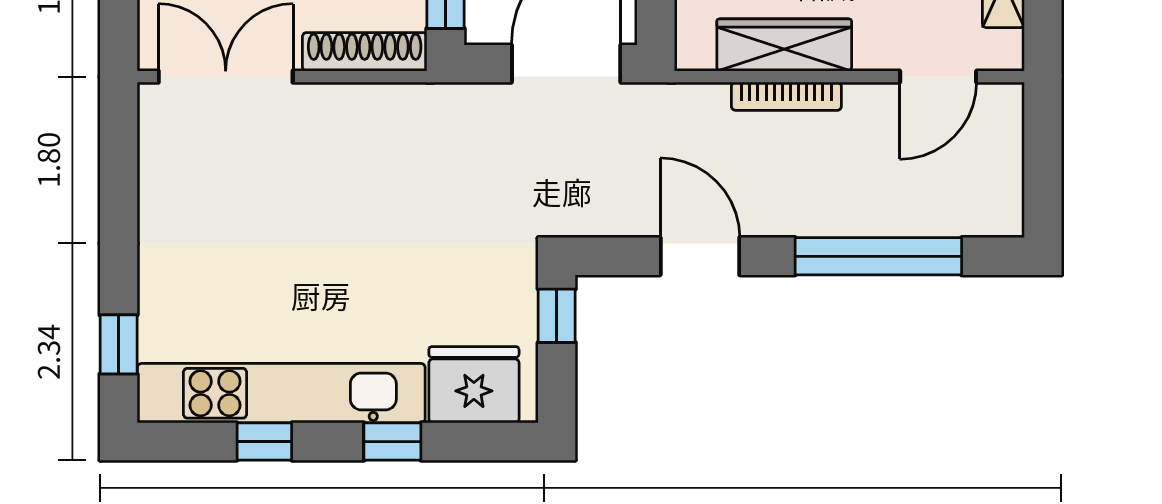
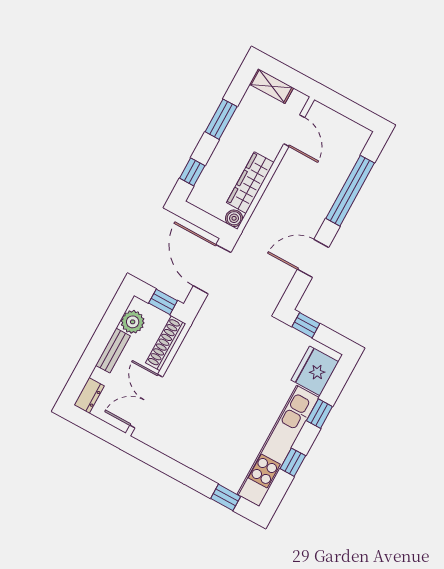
boiler: (694, 52) -> (234, 218), added
bookcase: (786, 96) -> (270, 192), removed

